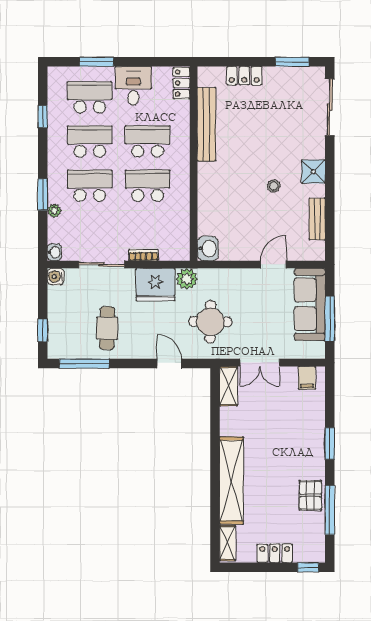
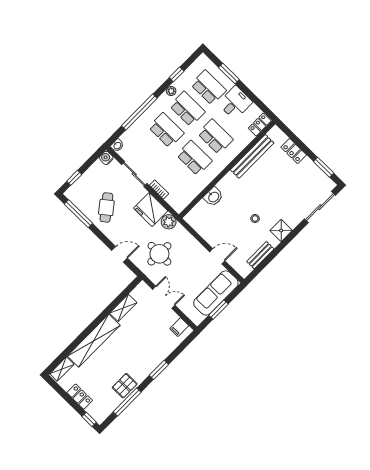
window: (43, 194) -> (139, 112), width x2.11
plant: (54, 211) -> (171, 91), moved
washbasin: (208, 248) -> (213, 197), moved
window: (330, 319) -> (219, 310), width x0.69
cafe table: (107, 328) -> (106, 207), turned -39
double door: (260, 363) -> (164, 297), swing flipped
door: (169, 364) -> (120, 254), hinge flipped
shelving: (228, 386) -> (123, 308), moved

